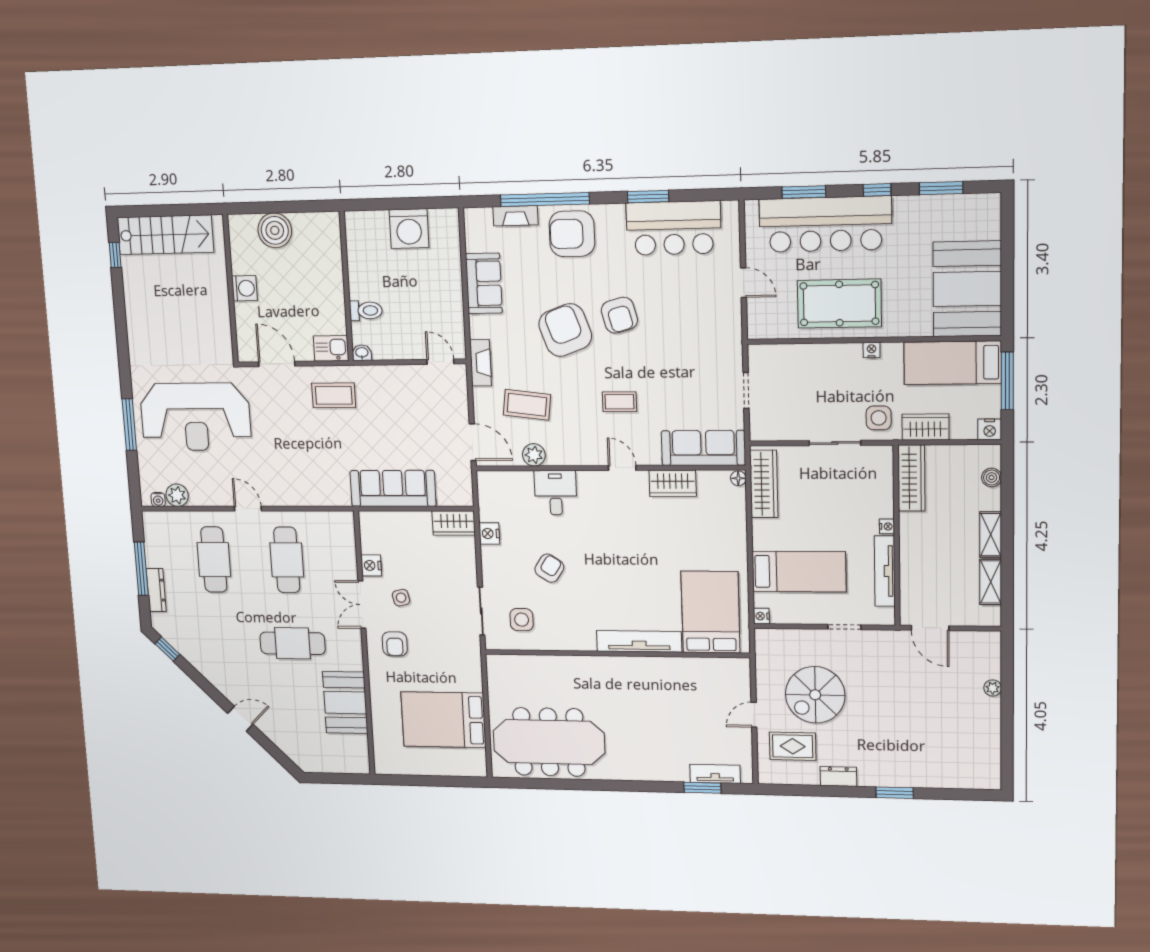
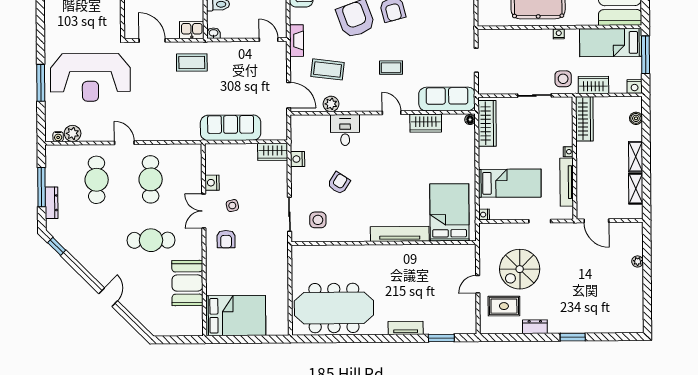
door: (240, 719) -> (108, 297), hinge flipped
bed: (443, 720) -> (236, 316), moved, turned 180
tv unit: (715, 774) -> (406, 328), moved

